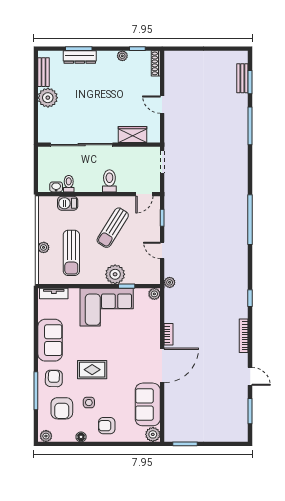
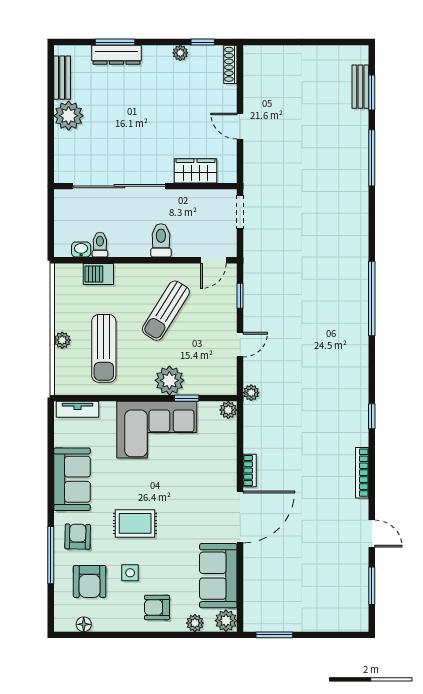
door: (162, 250) -> (240, 345), swing flipped
plant: (46, 436) -> (195, 623), moved
floor lamp: (81, 437) -> (84, 624), moved

